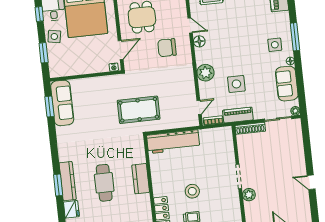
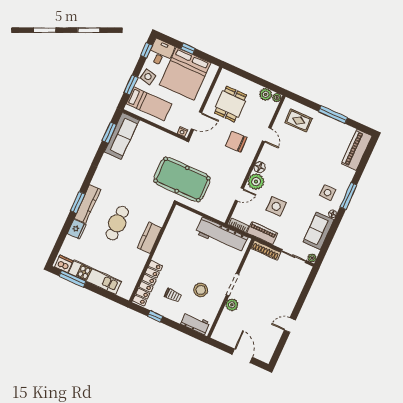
floor lamp: (199, 41) -> (260, 167), moved
bed: (69, 60) -> (149, 104), added
door: (199, 107) -> (239, 194), moved
pool table: (139, 110) -> (182, 179), width x1.36, depth x1.32
workbench: (173, 142) -> (221, 235), moved
door: (311, 182) -> (290, 325), hinge flipped
stool: (192, 191) -> (201, 290), moved

